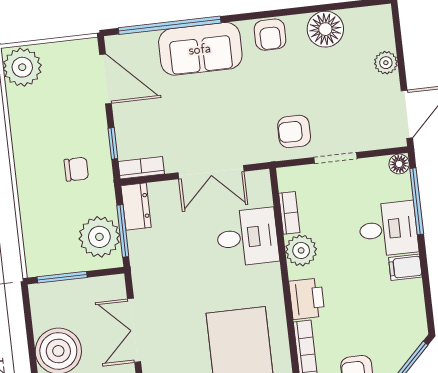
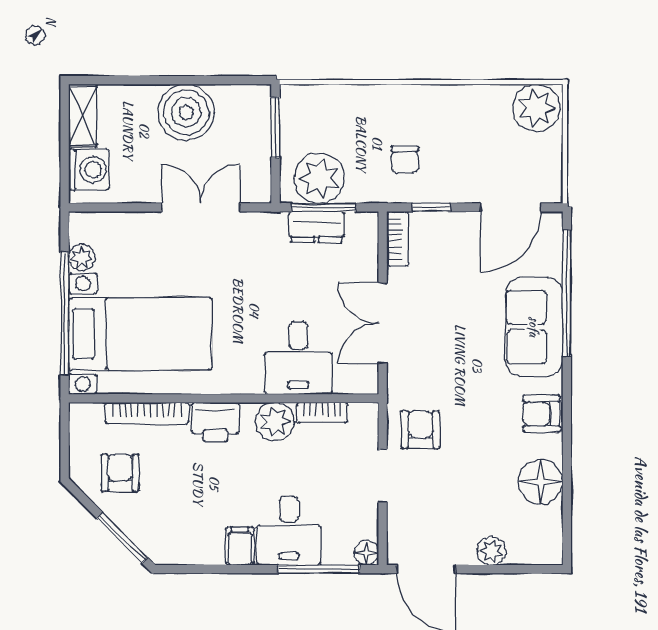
dresser: (136, 207) -> (317, 227), moved

